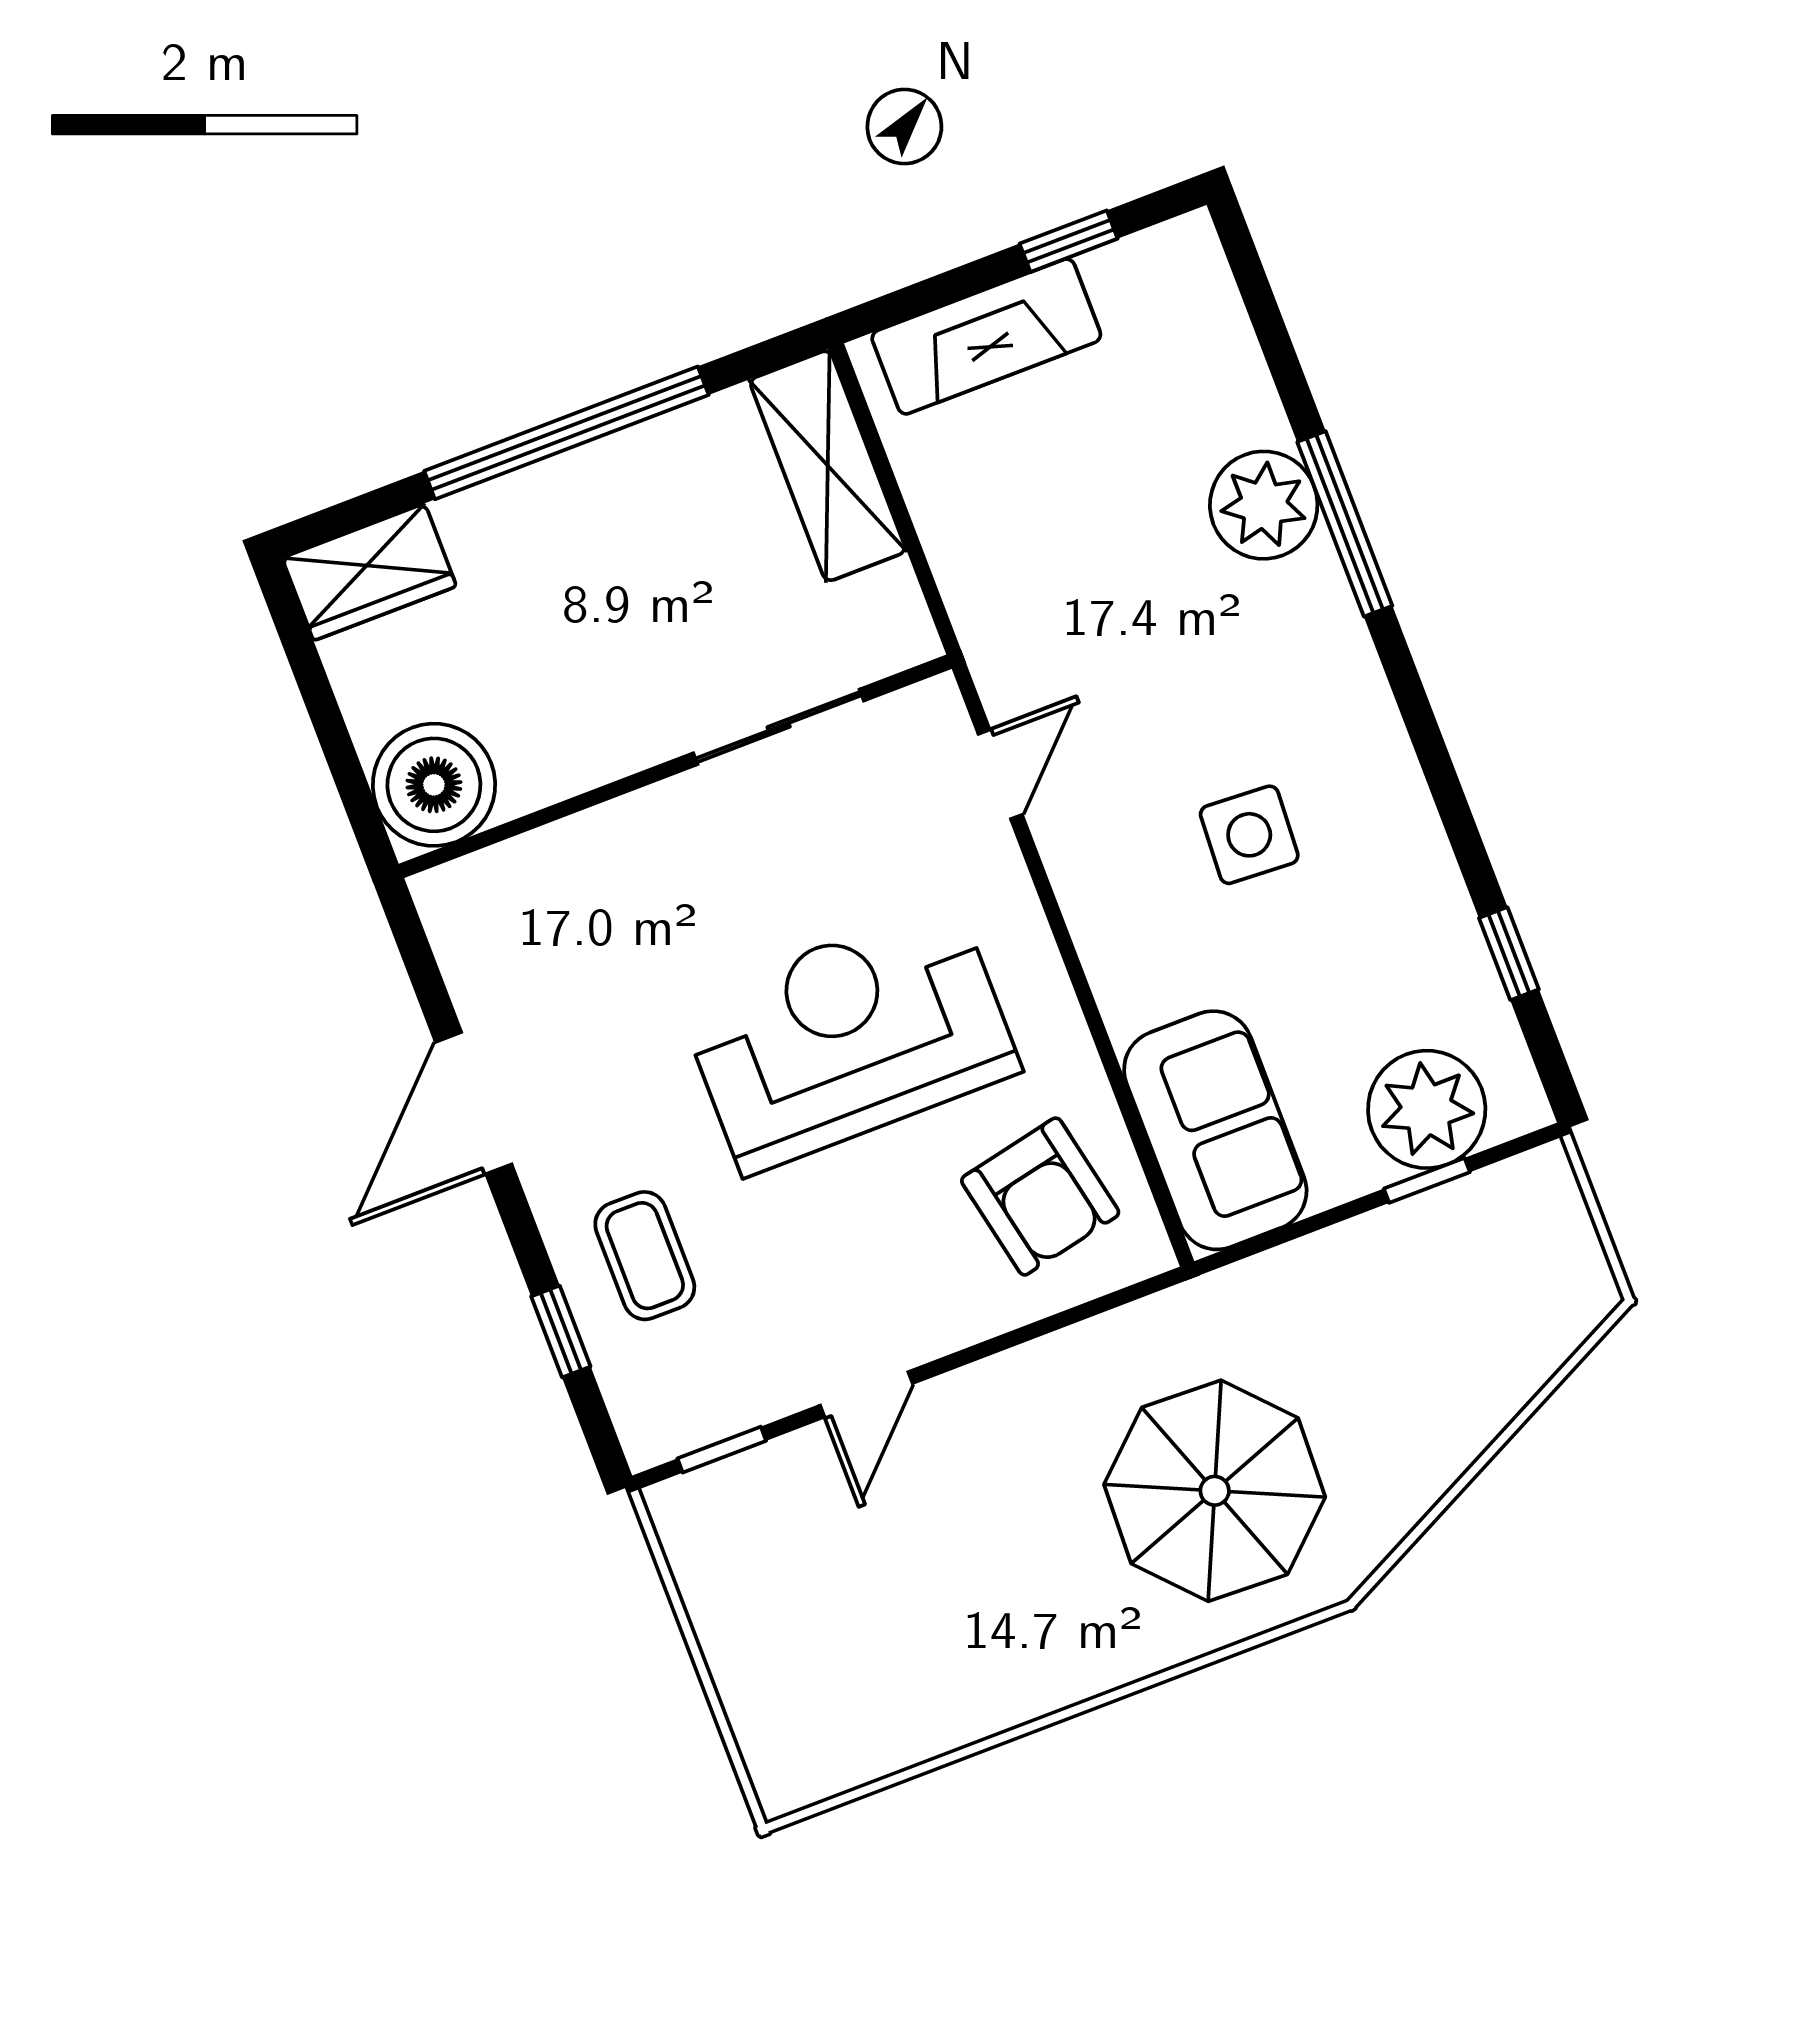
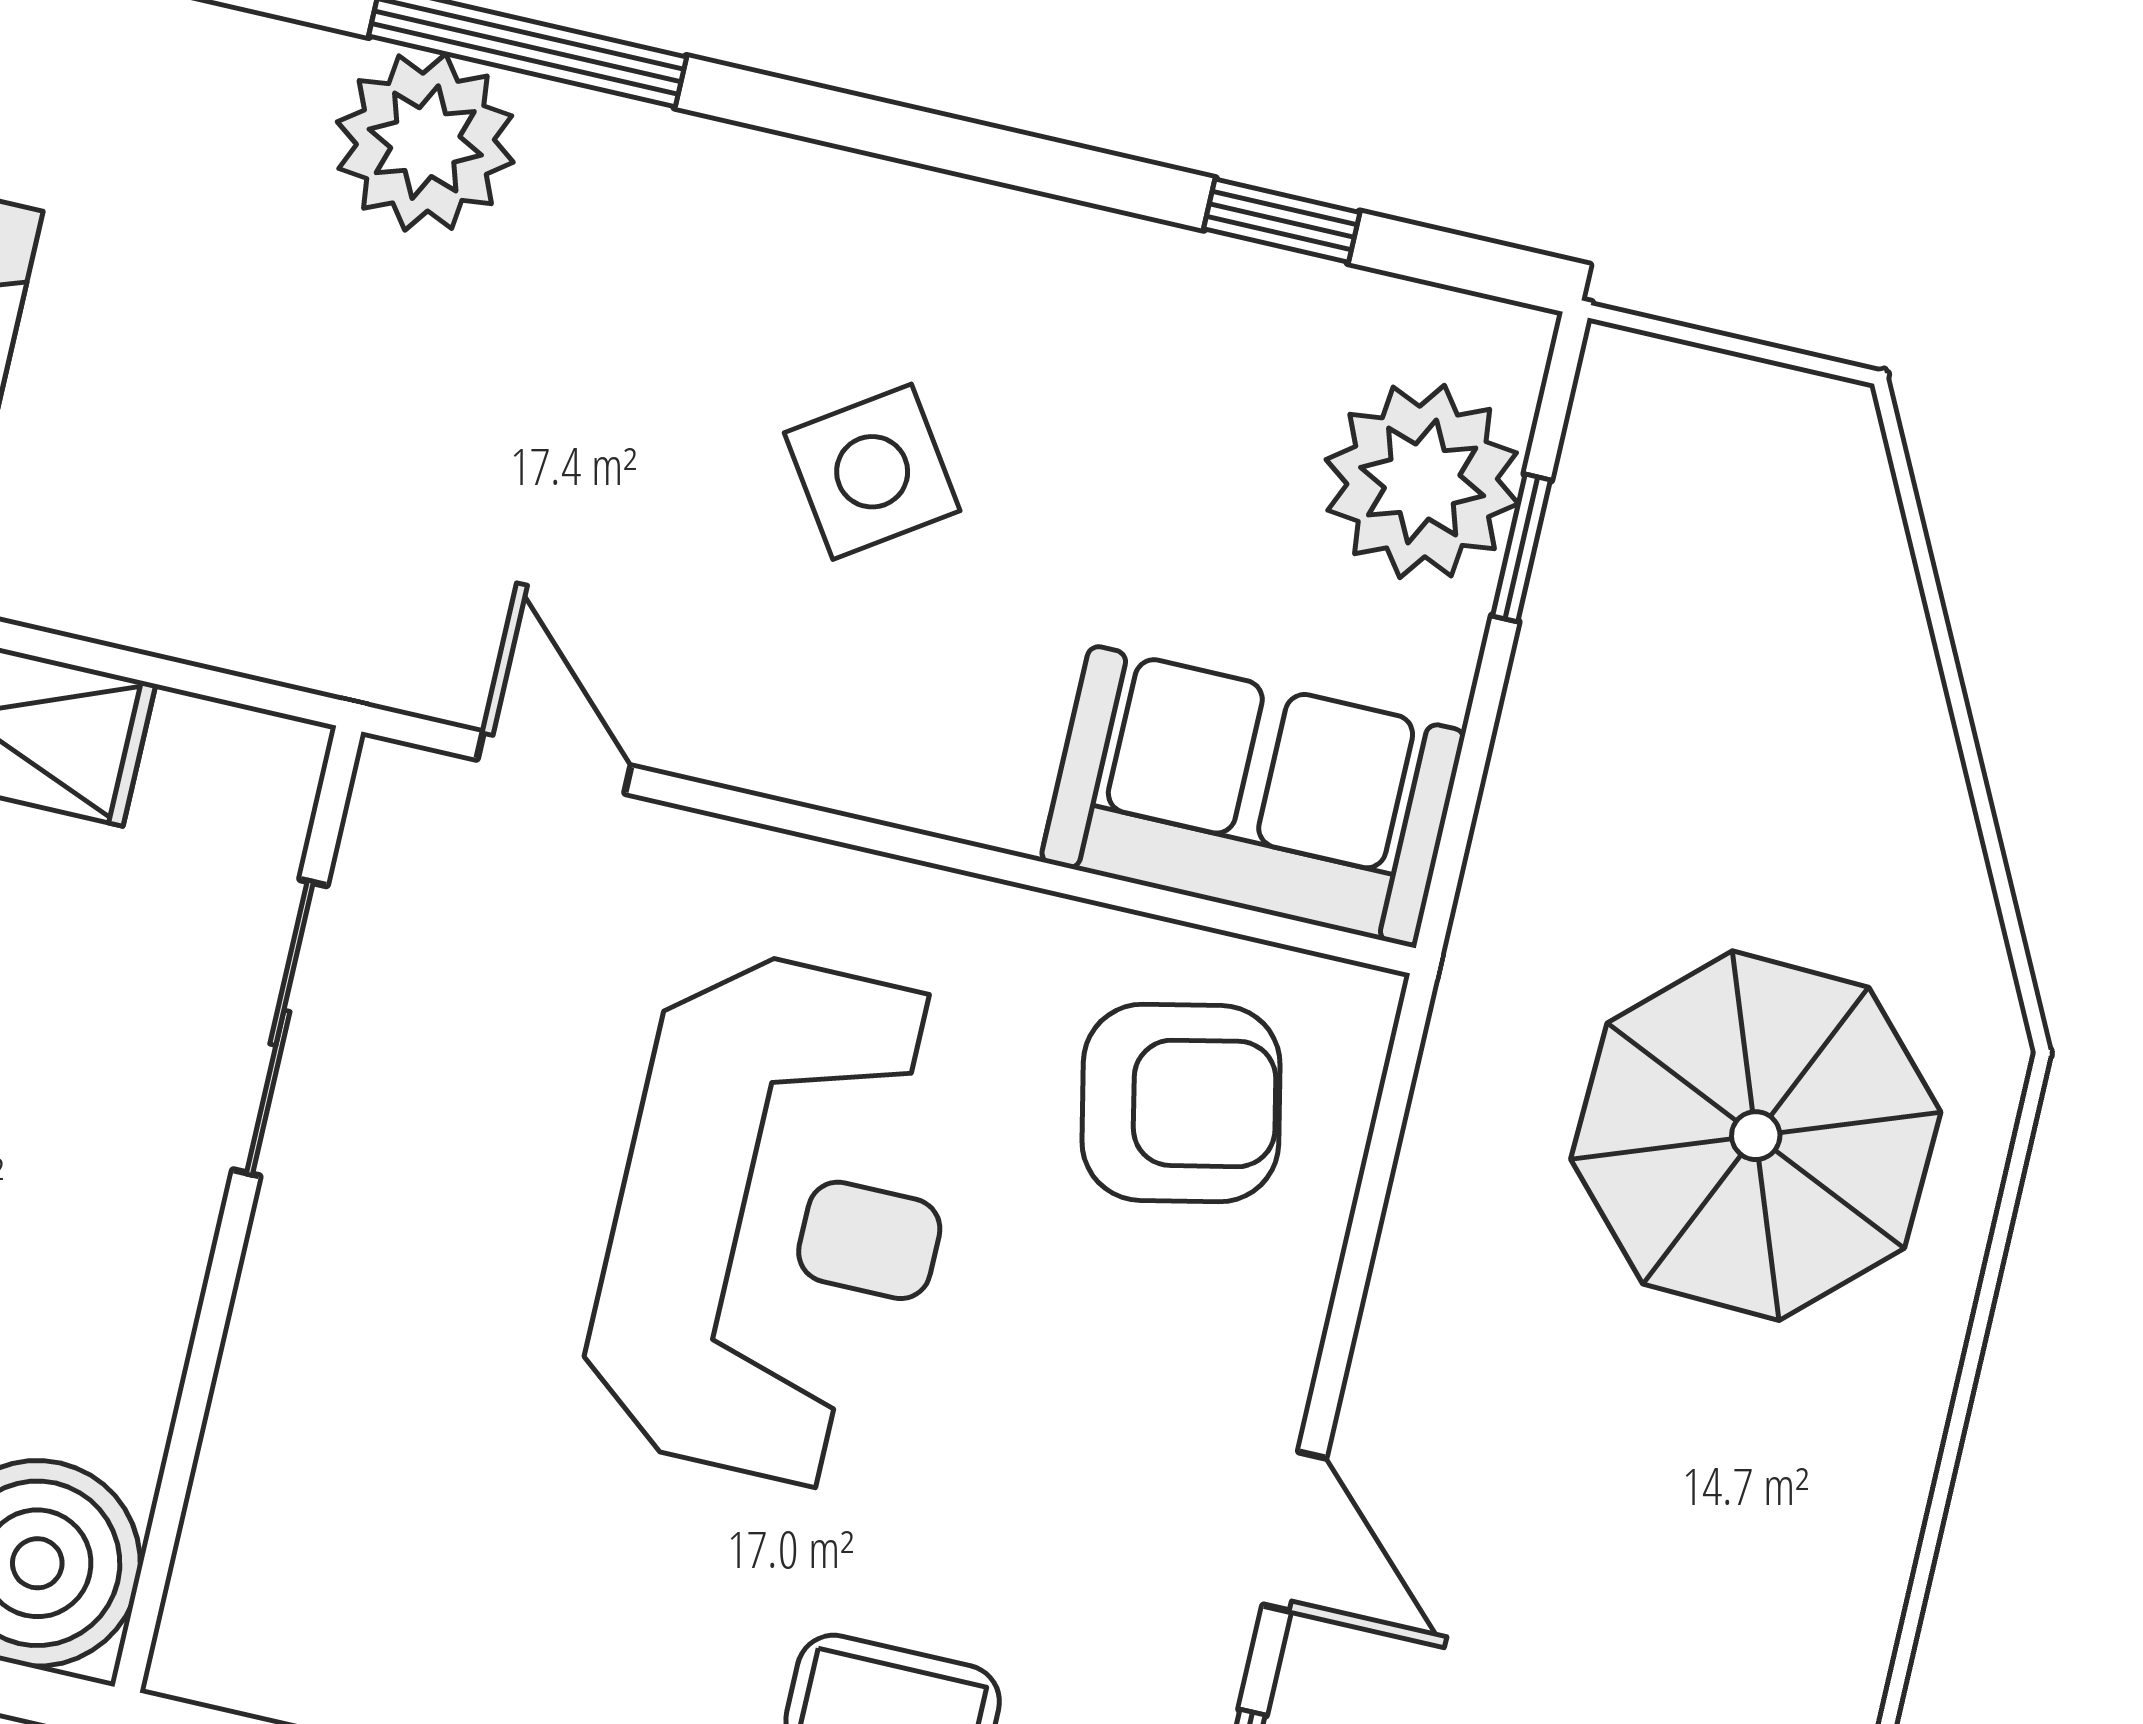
side table: (1249, 835) -> (872, 472), turned -37
reception desk: (849, 1037) -> (779, 1220), turned 180

